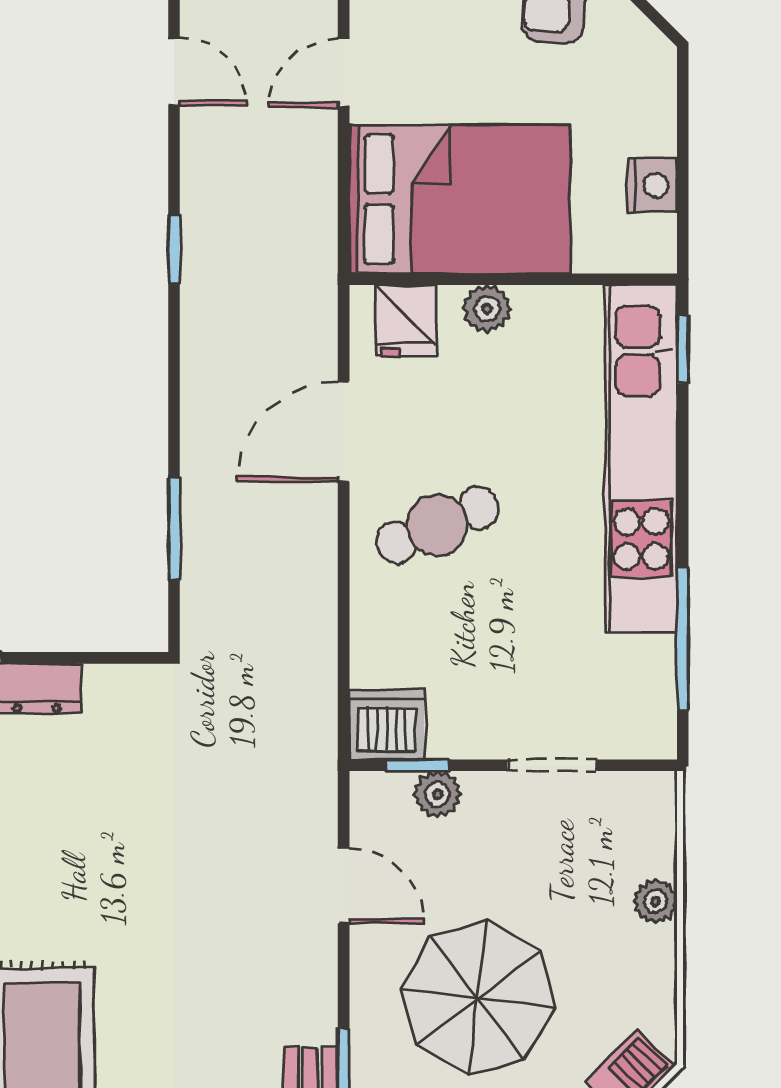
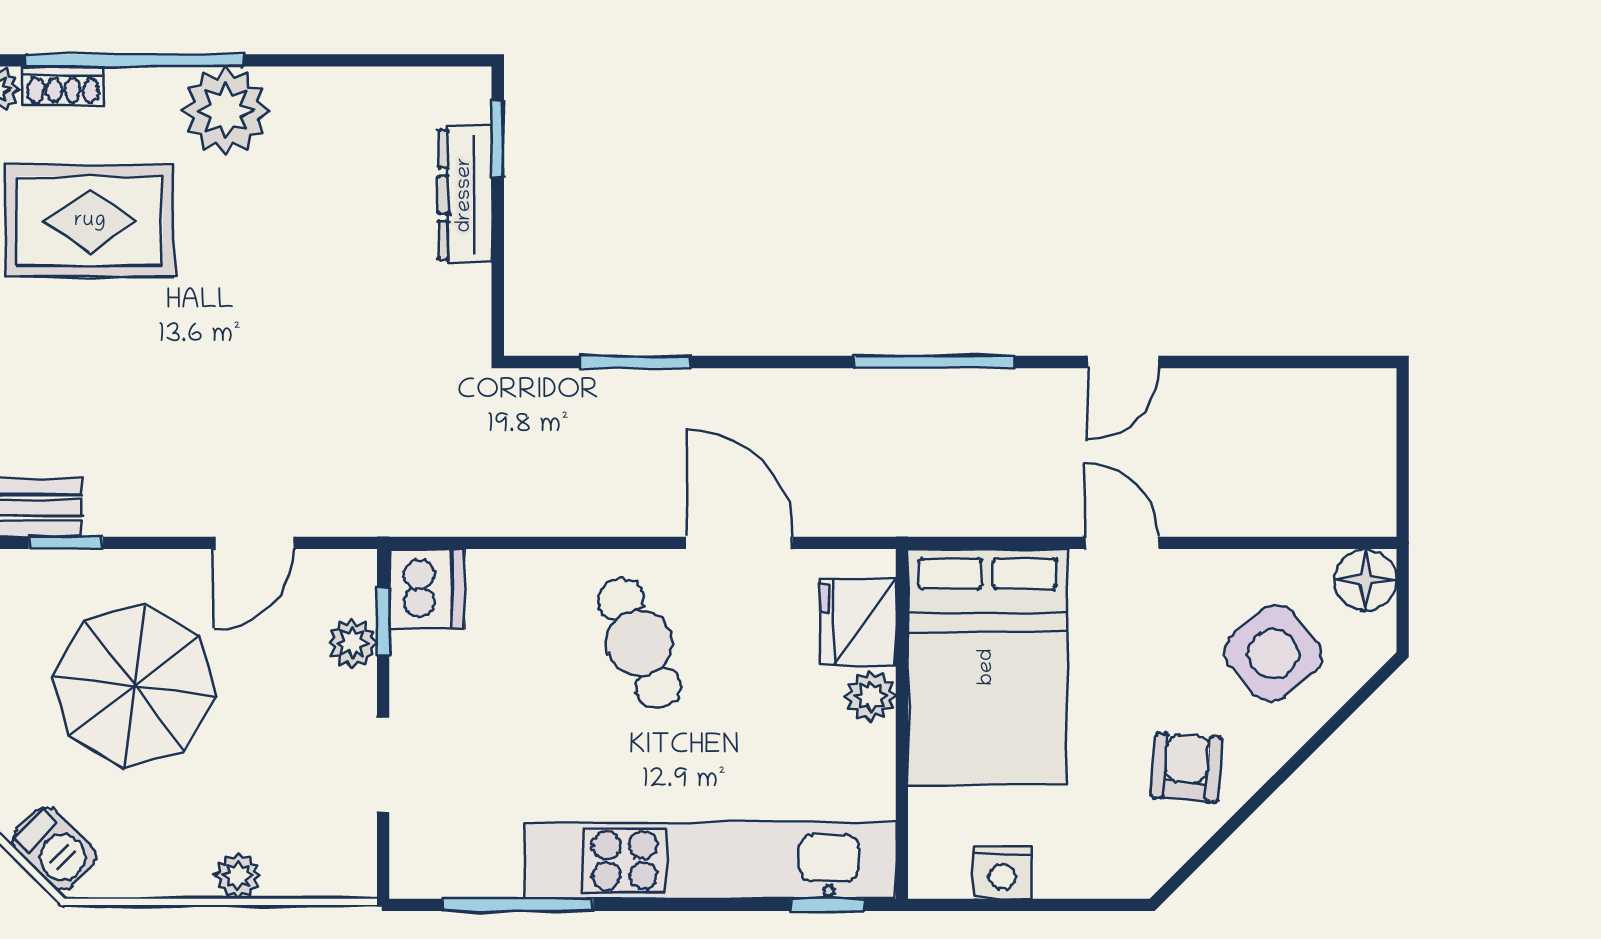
window: (174, 249) -> (934, 362), width x2.17
fridge: (406, 320) -> (858, 622), width x1.38

